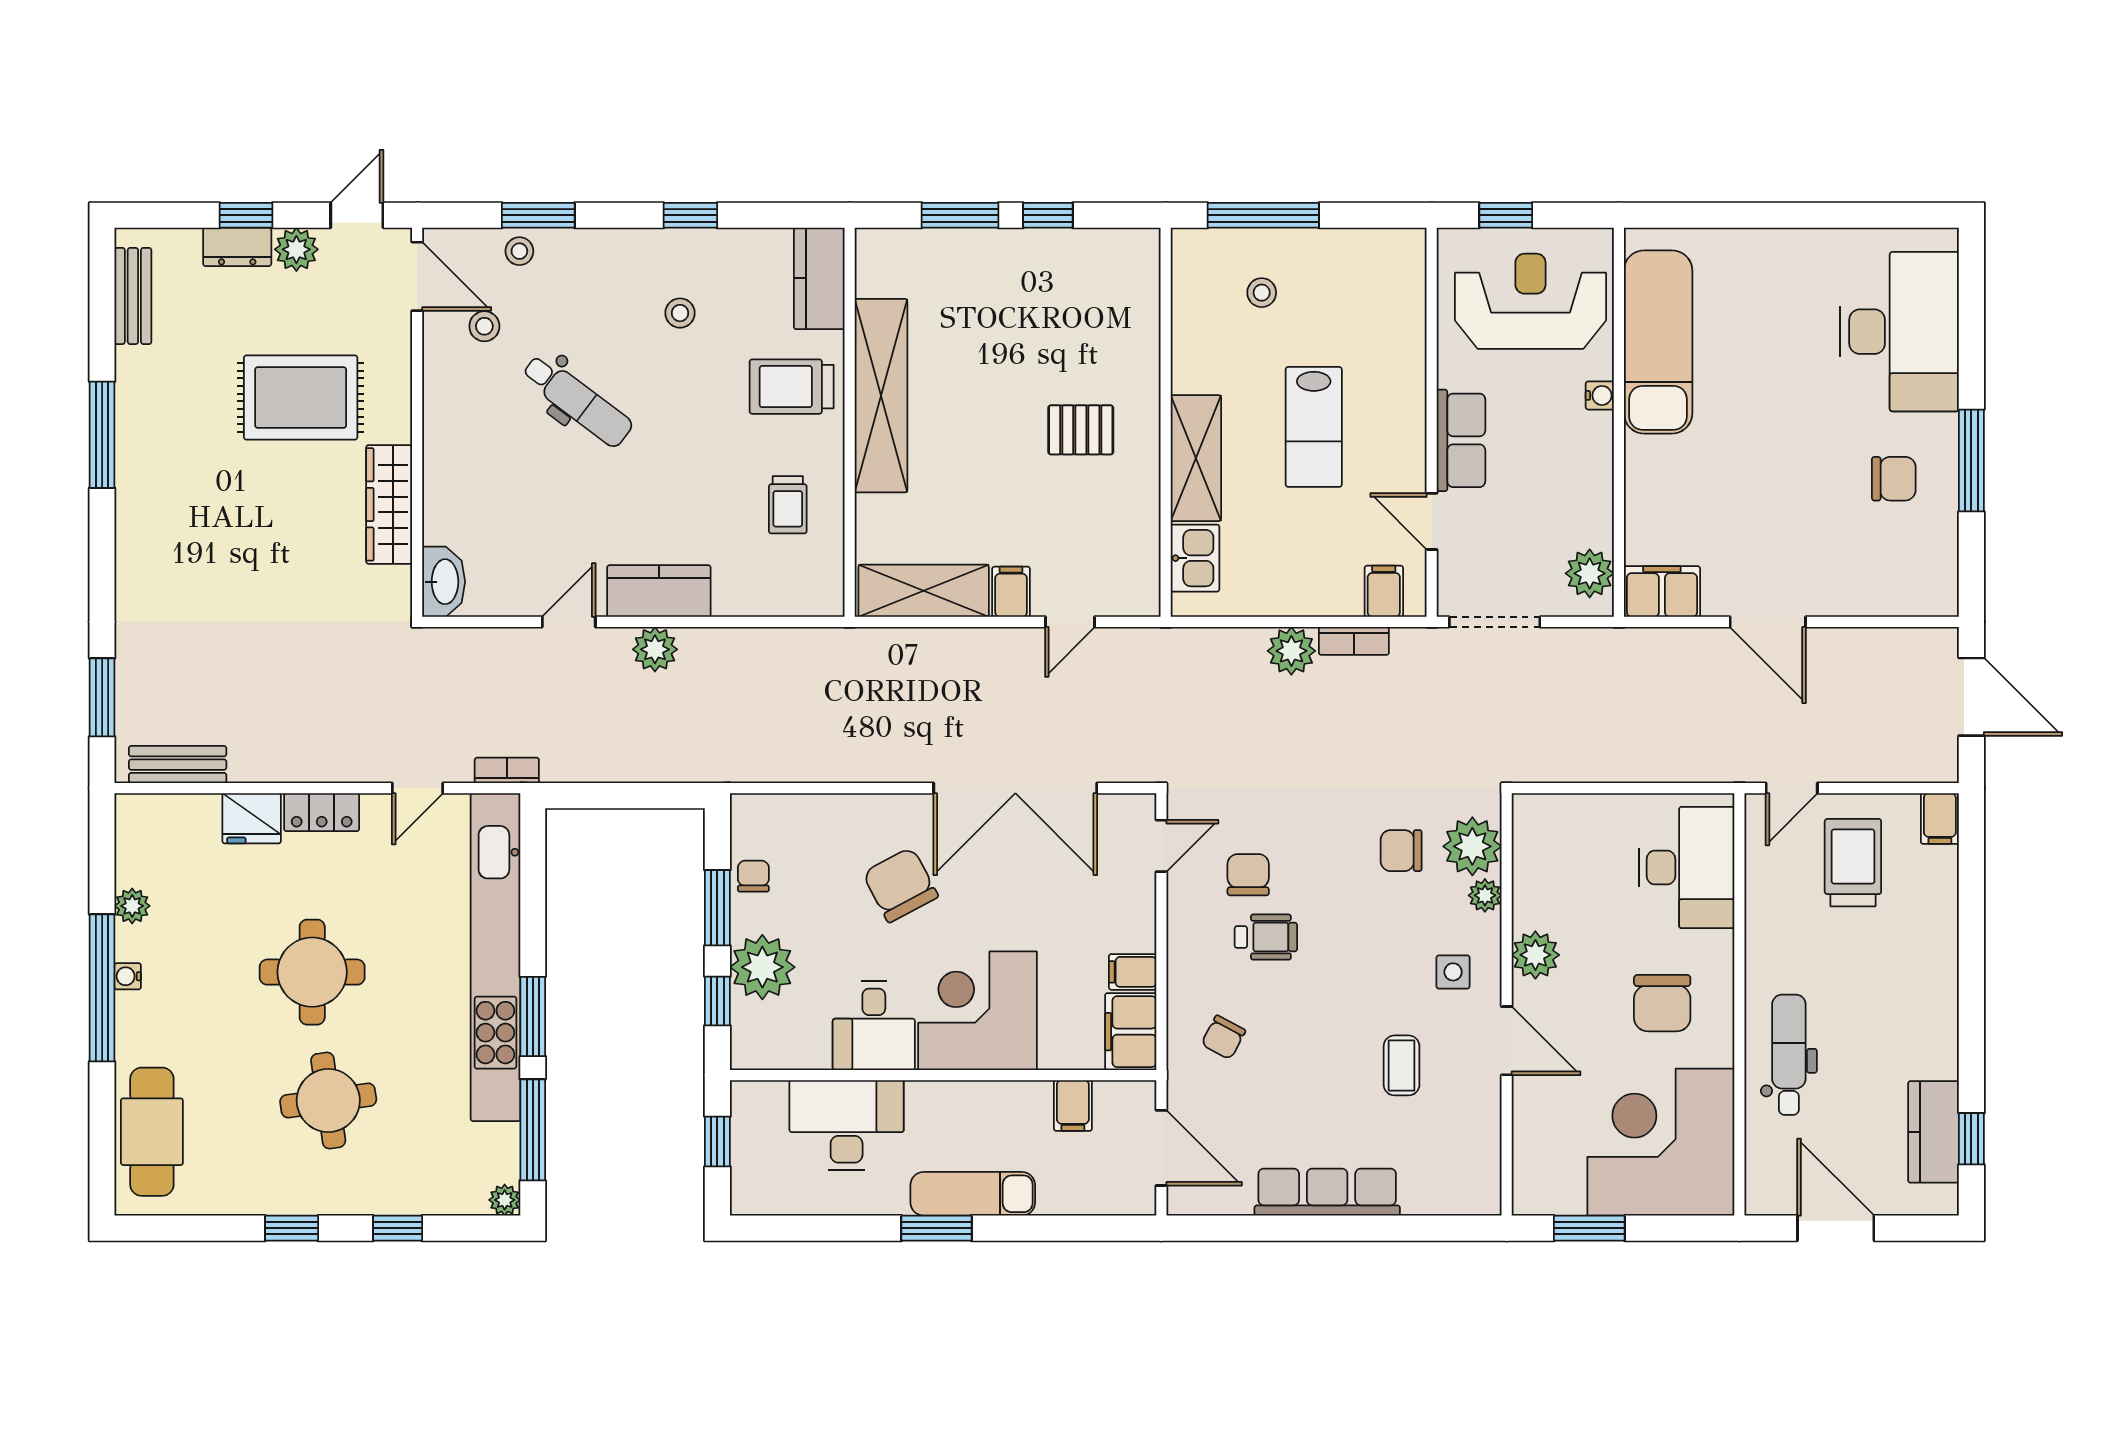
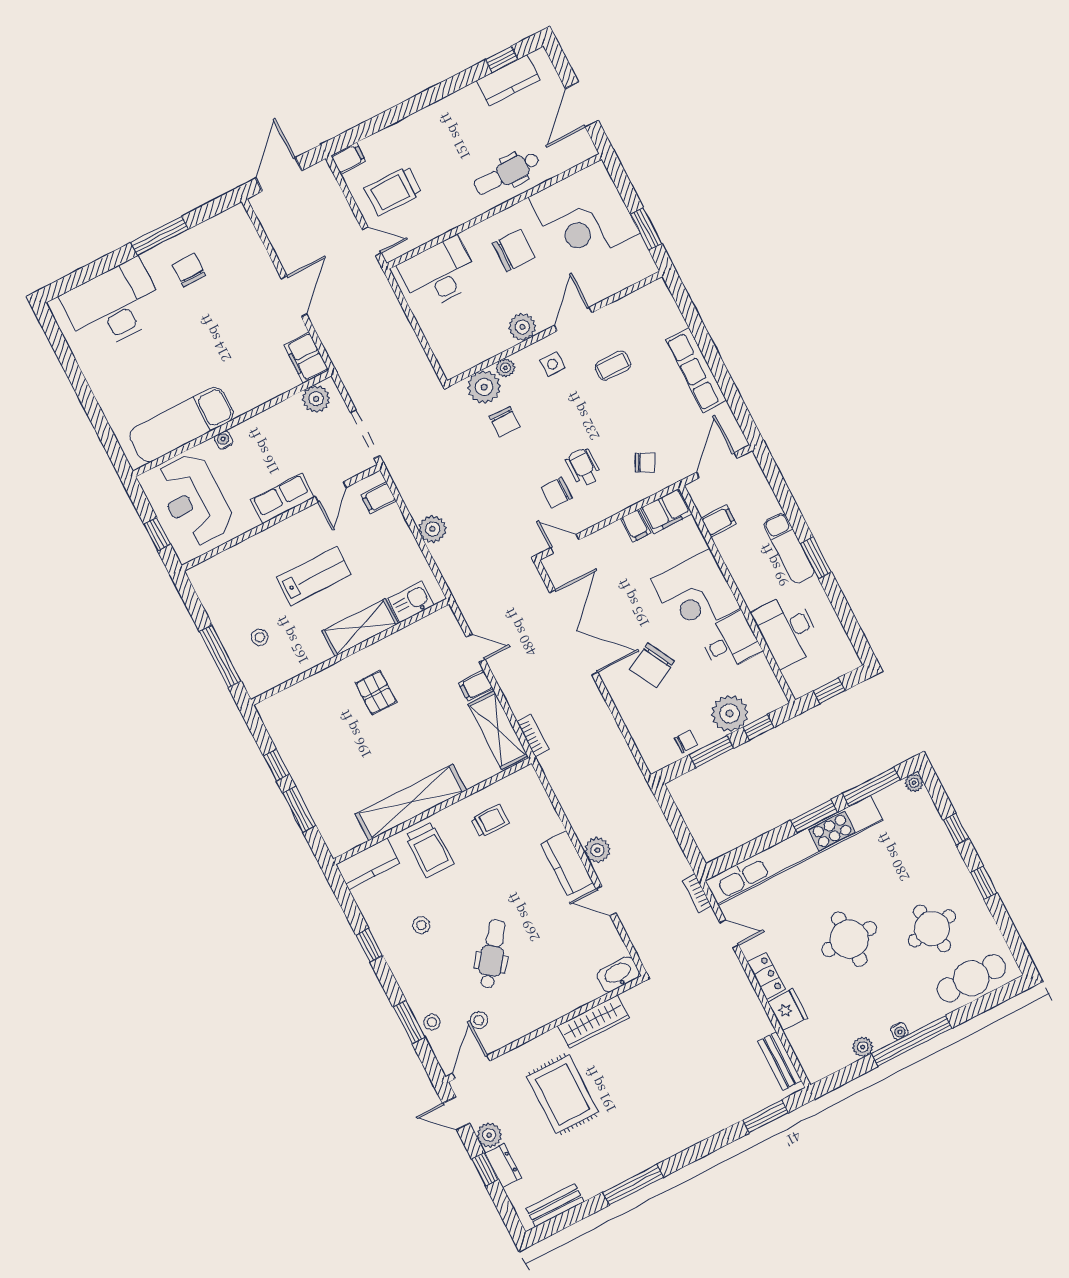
bookcase: (1354, 641) -> (533, 735), moved
chair: (753, 876) -> (686, 742), turned 180
round table: (328, 1101) -> (932, 928), moved

